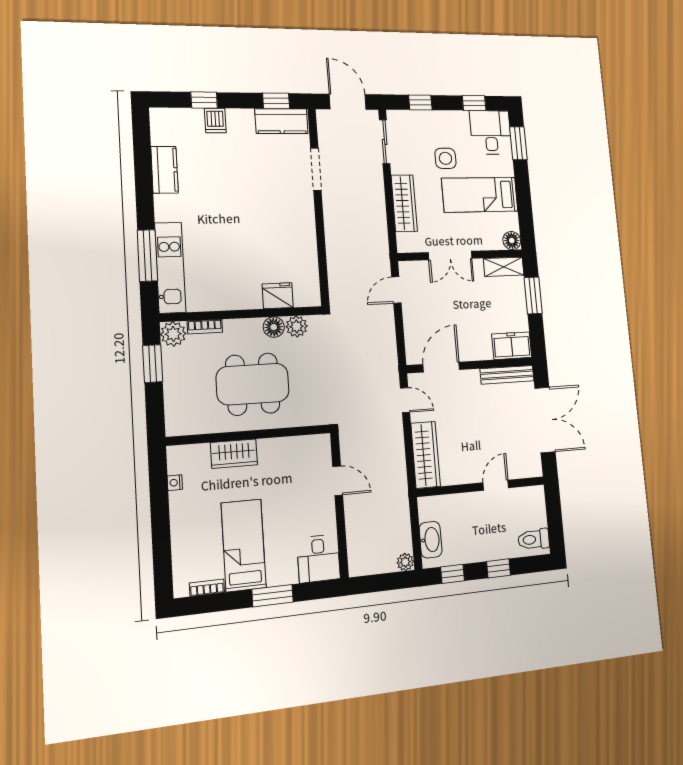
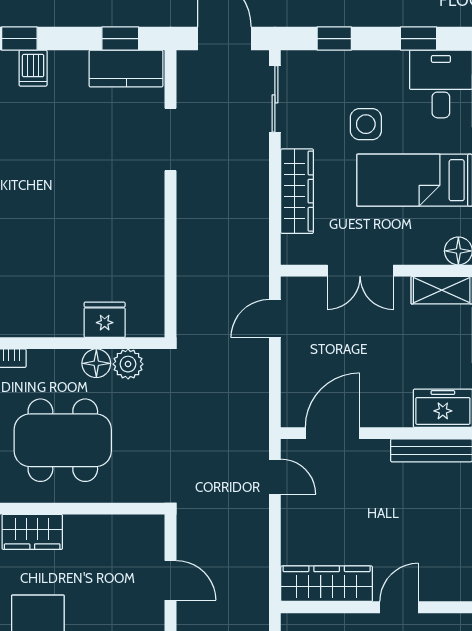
wardrobe: (426, 455) -> (327, 584), moved, turned -90

